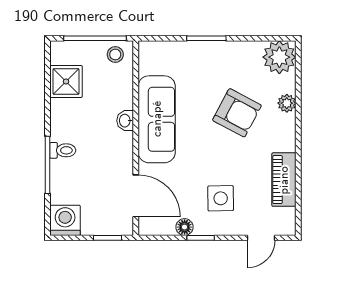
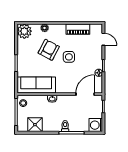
sofa: (157, 119) -> (36, 85), moved
side table: (221, 198) -> (69, 57), moved

